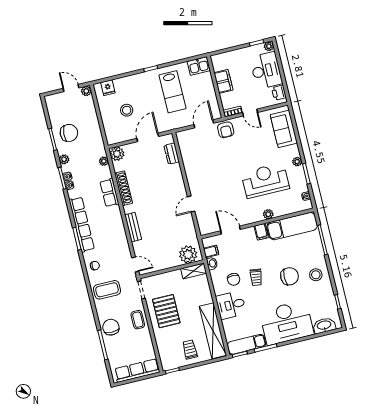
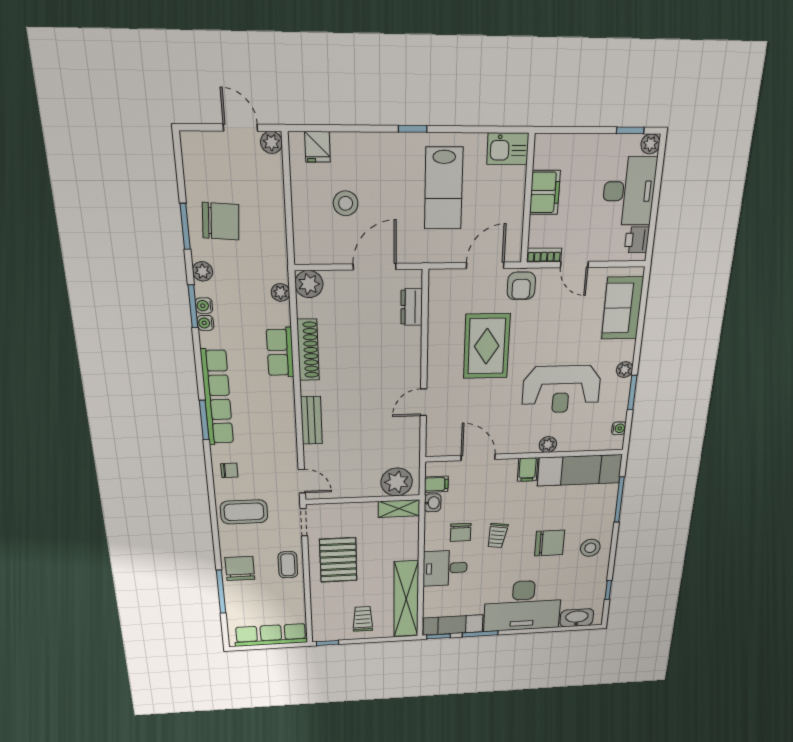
rug: (217, 166) -> (487, 346), added
reception desk: (265, 180) -> (561, 389), turned 180

